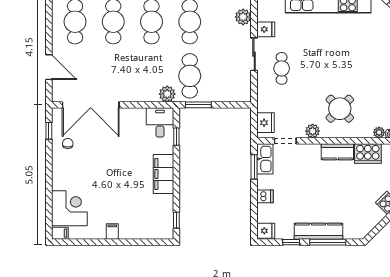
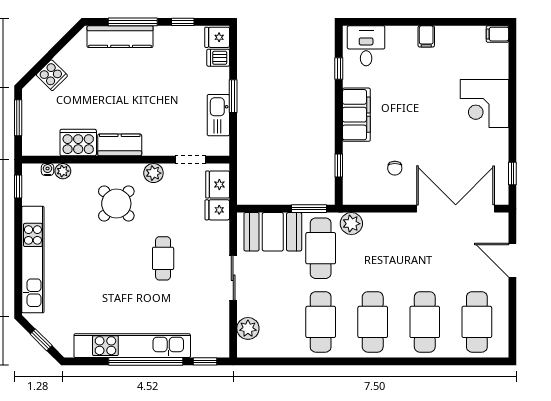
fridge: (266, 29) -> (217, 210), moved
cafe table: (282, 68) -> (163, 258), moved
booth: (225, 88) -> (273, 232), added
desk: (160, 122) -> (366, 46), moved, turned 180
chair: (68, 144) -> (395, 168), moved
kitchen sink: (265, 159) -> (218, 115), moved
window: (254, 167) -> (233, 96), moved
dishwasher: (265, 196) -> (218, 58), moved
corner desk: (69, 208) -> (484, 103), moved
window: (176, 220) -> (339, 69), moved
kitchen counter: (318, 231) -> (120, 37), moved

